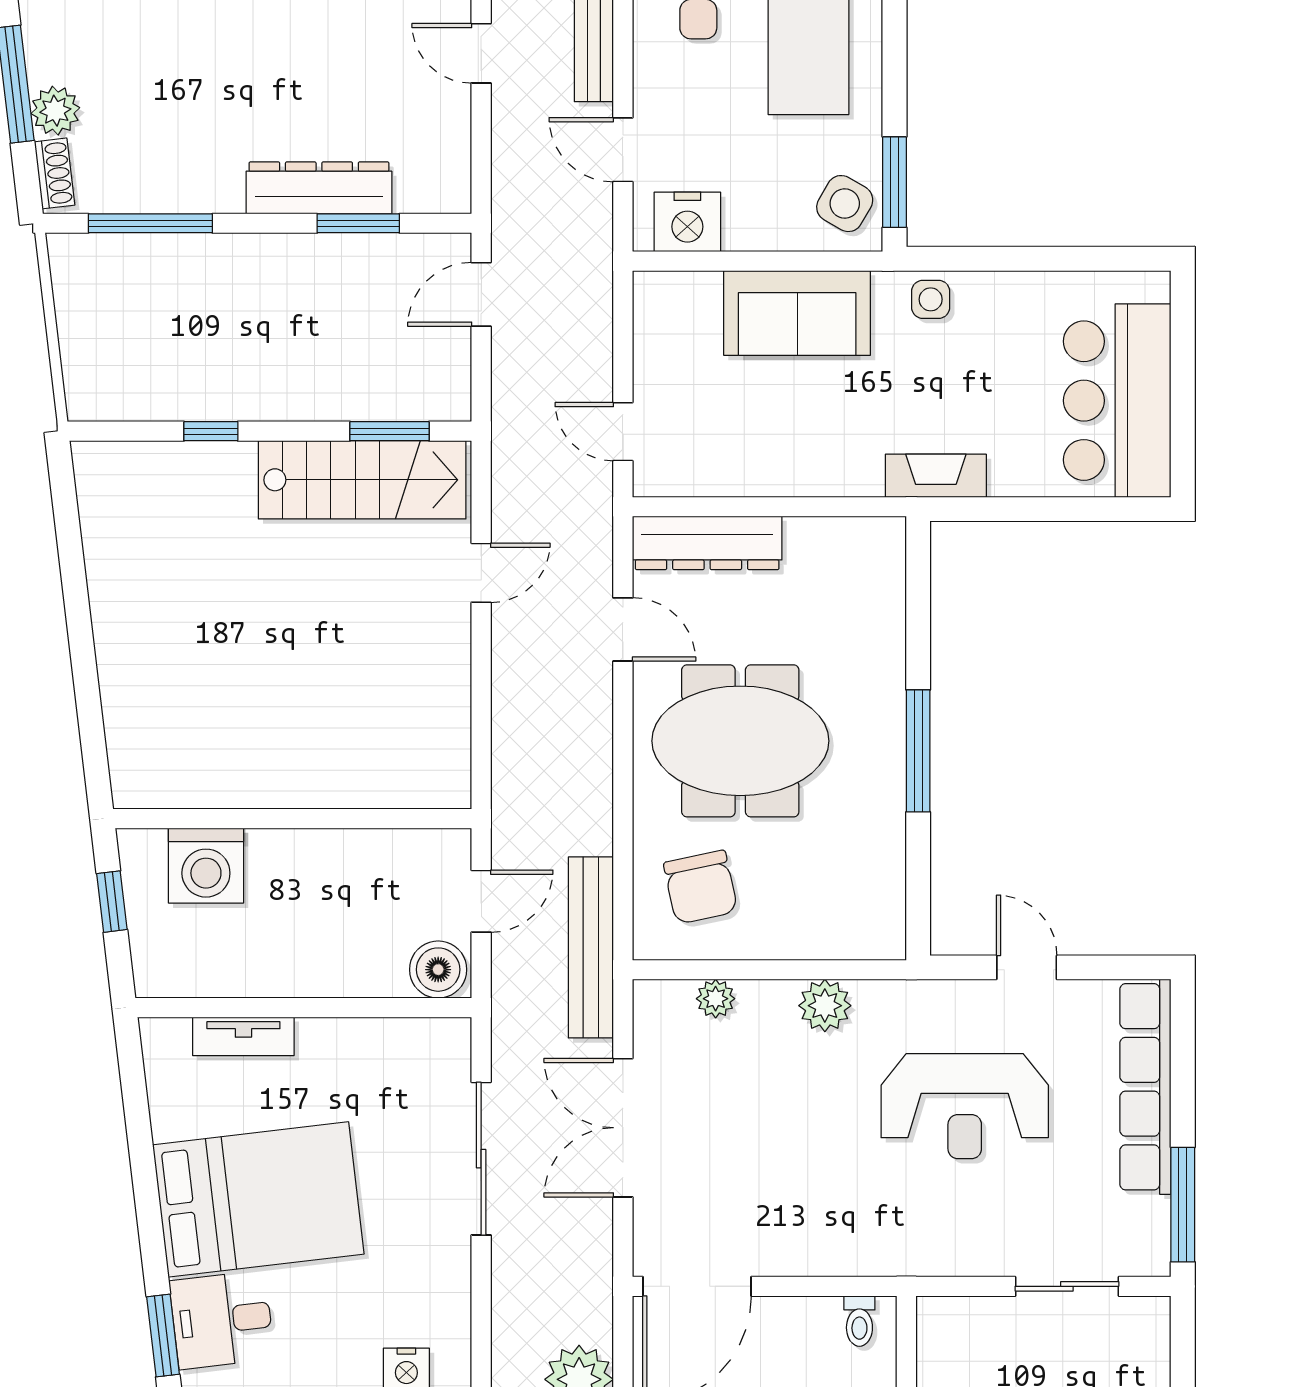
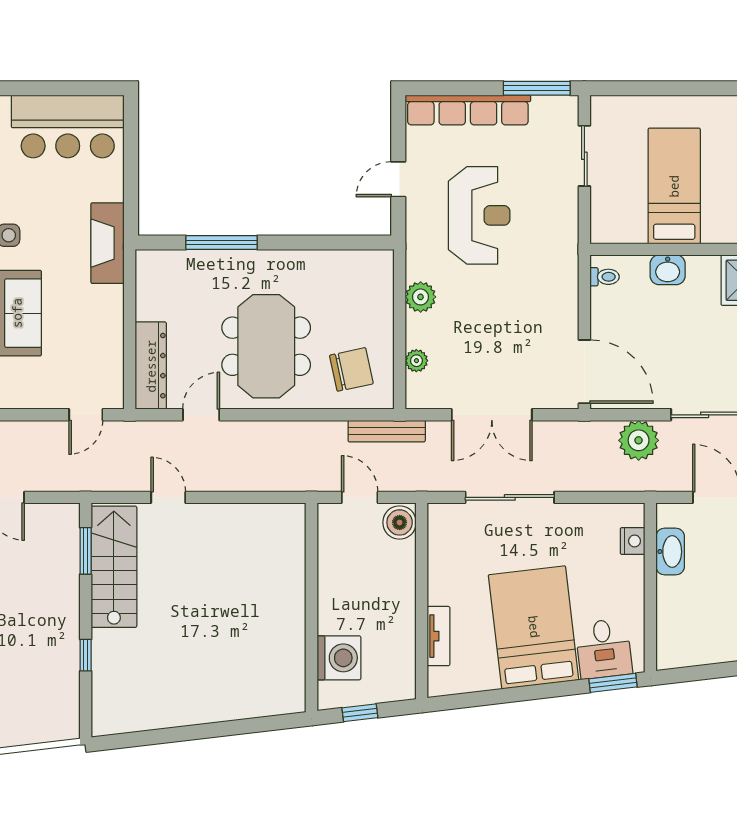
fireplace: (936, 476) -> (108, 243), width x1.37, depth x1.32
window: (918, 751) -> (222, 243), moved
bench: (591, 947) -> (387, 431), width x0.73, depth x0.82

